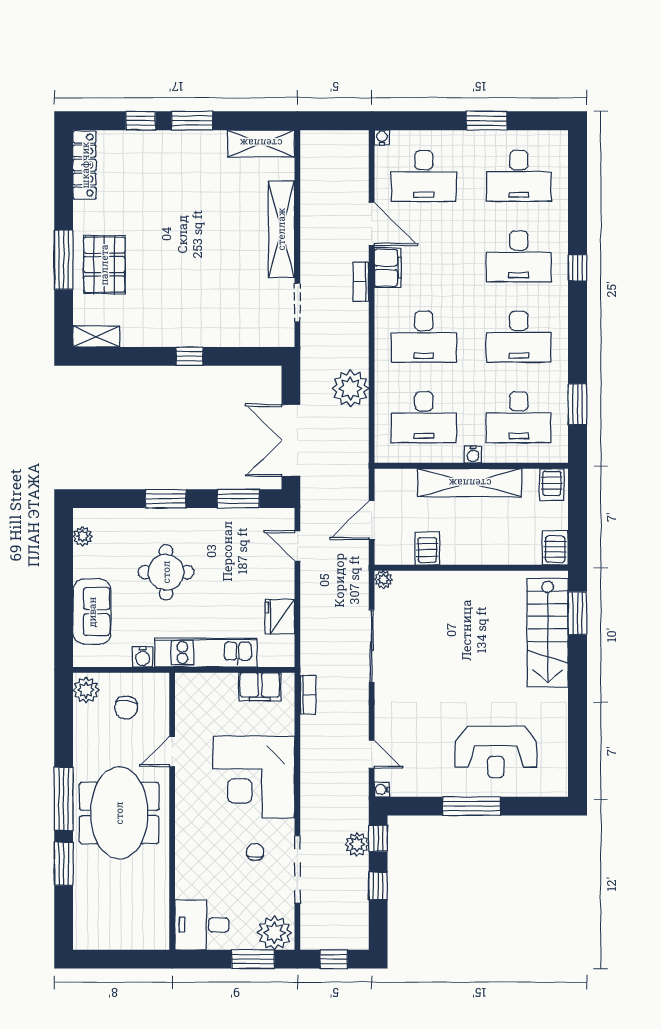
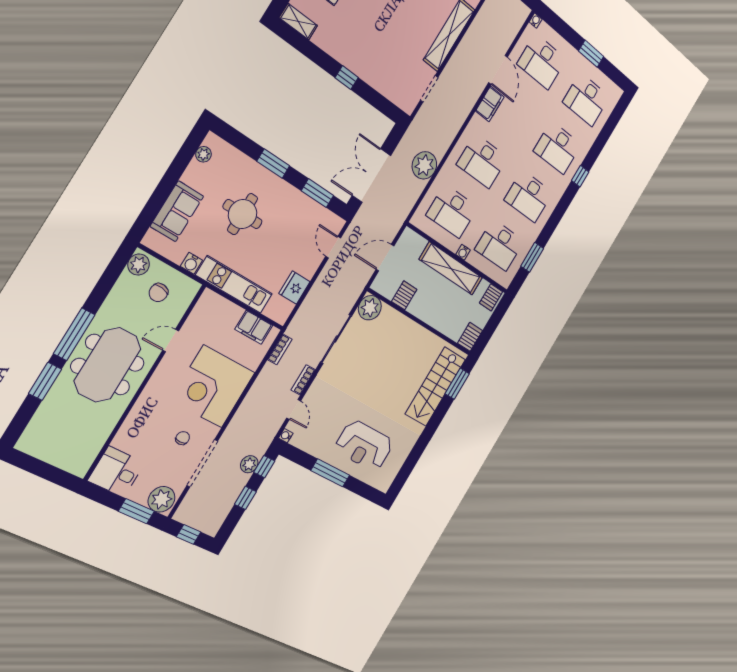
bookcase: (361, 282) -> (303, 380), moved
plant: (383, 580) -> (370, 308), width x1.87, depth x1.87

